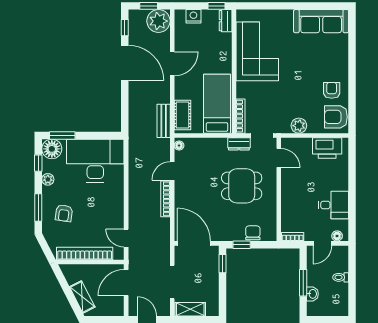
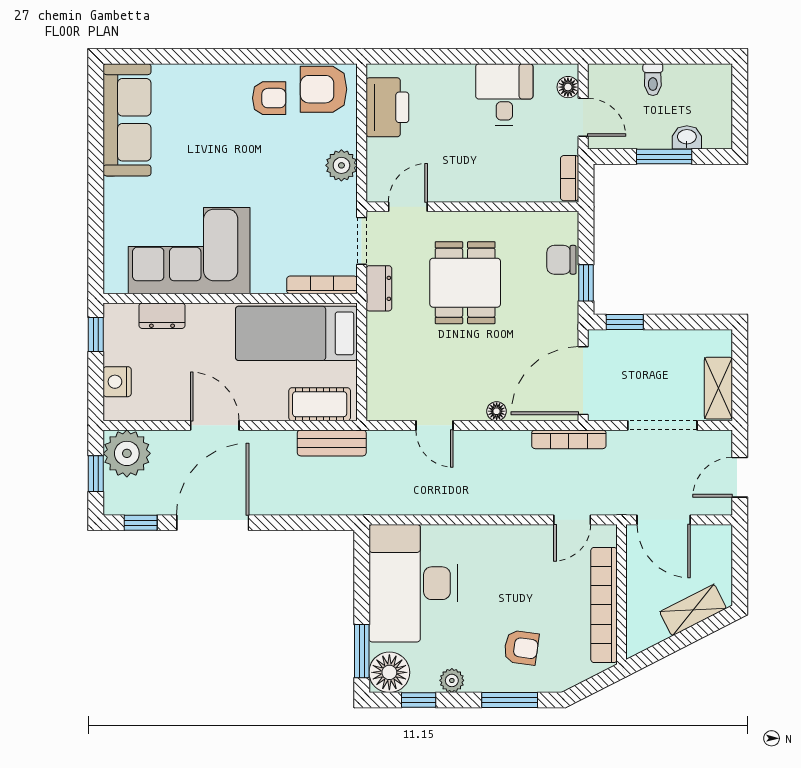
dresser: (226, 21) -> (162, 316), moved
armchair: (332, 90) -> (269, 98), turned 180
armchair: (336, 117) -> (324, 89), turned 90
floor lamp: (179, 146) -> (497, 411), moved
bookcase: (165, 199) -> (569, 439), moved

